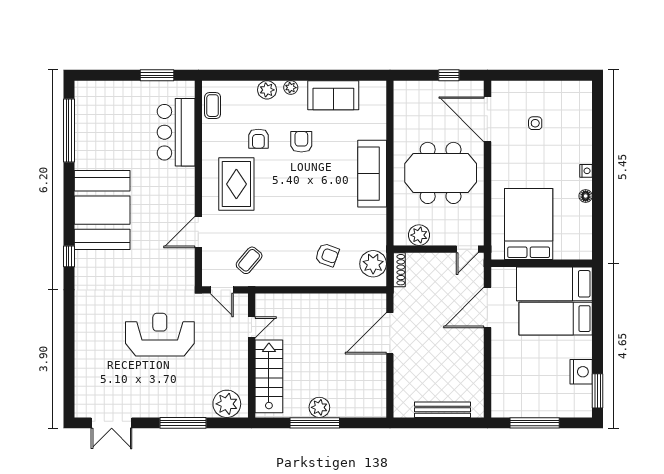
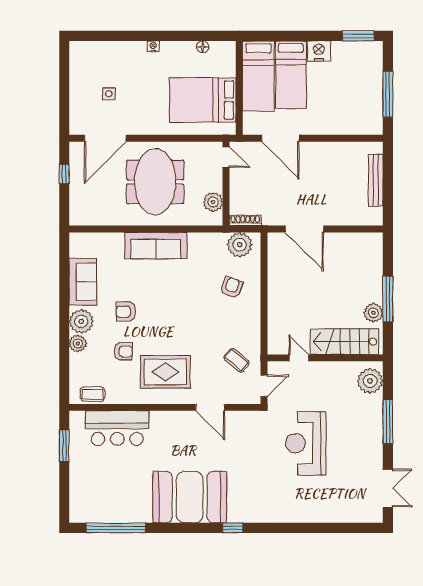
plant: (291, 88) -> (81, 321), width x1.88, depth x1.88
floor lamp: (586, 196) -> (203, 47), moved
nightstand: (581, 372) -> (319, 51), moved
plant: (319, 407) -> (373, 313), moved

